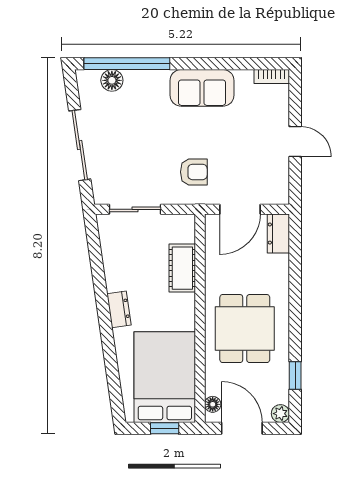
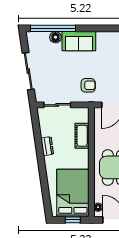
floor lamp: (112, 80) -> (55, 37), moved
sofa: (202, 88) -> (79, 41), moved
dresser: (119, 309) -> (47, 146), moved

